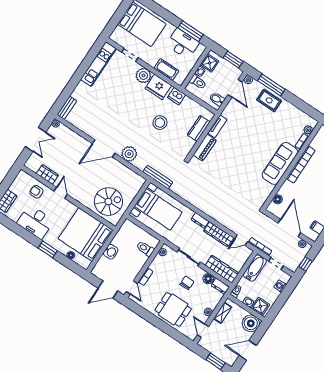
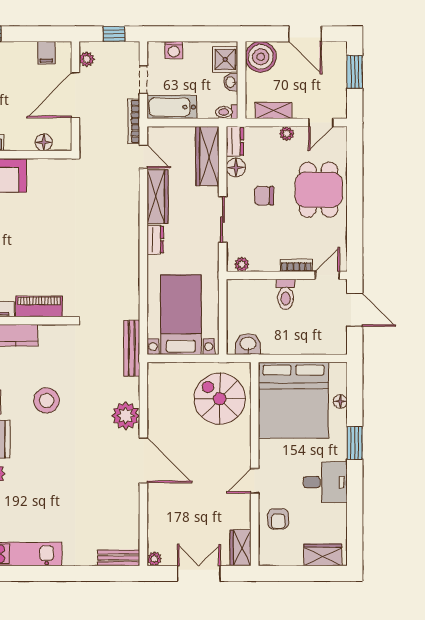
wardrobe: (47, 174) -> (241, 548), moved
desk: (35, 222) -> (325, 482), width x0.73
toilet: (145, 249) -> (286, 294), moved
washbasin: (111, 252) -> (248, 344), moved

